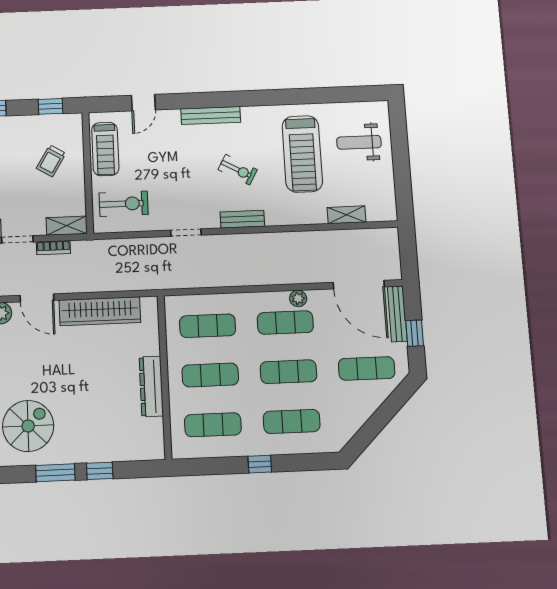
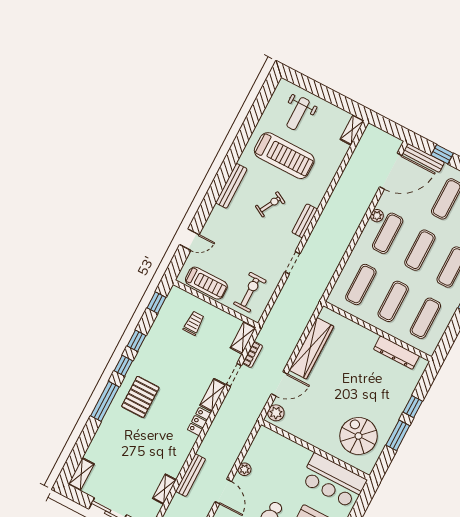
door: (143, 103) -> (189, 240), hinge flipped
bench: (211, 116) -> (231, 186), moved
trolley: (51, 161) -> (194, 323), turned -121
shelving: (346, 215) -> (352, 130), moved
dresser: (151, 386) -> (396, 353), moved

